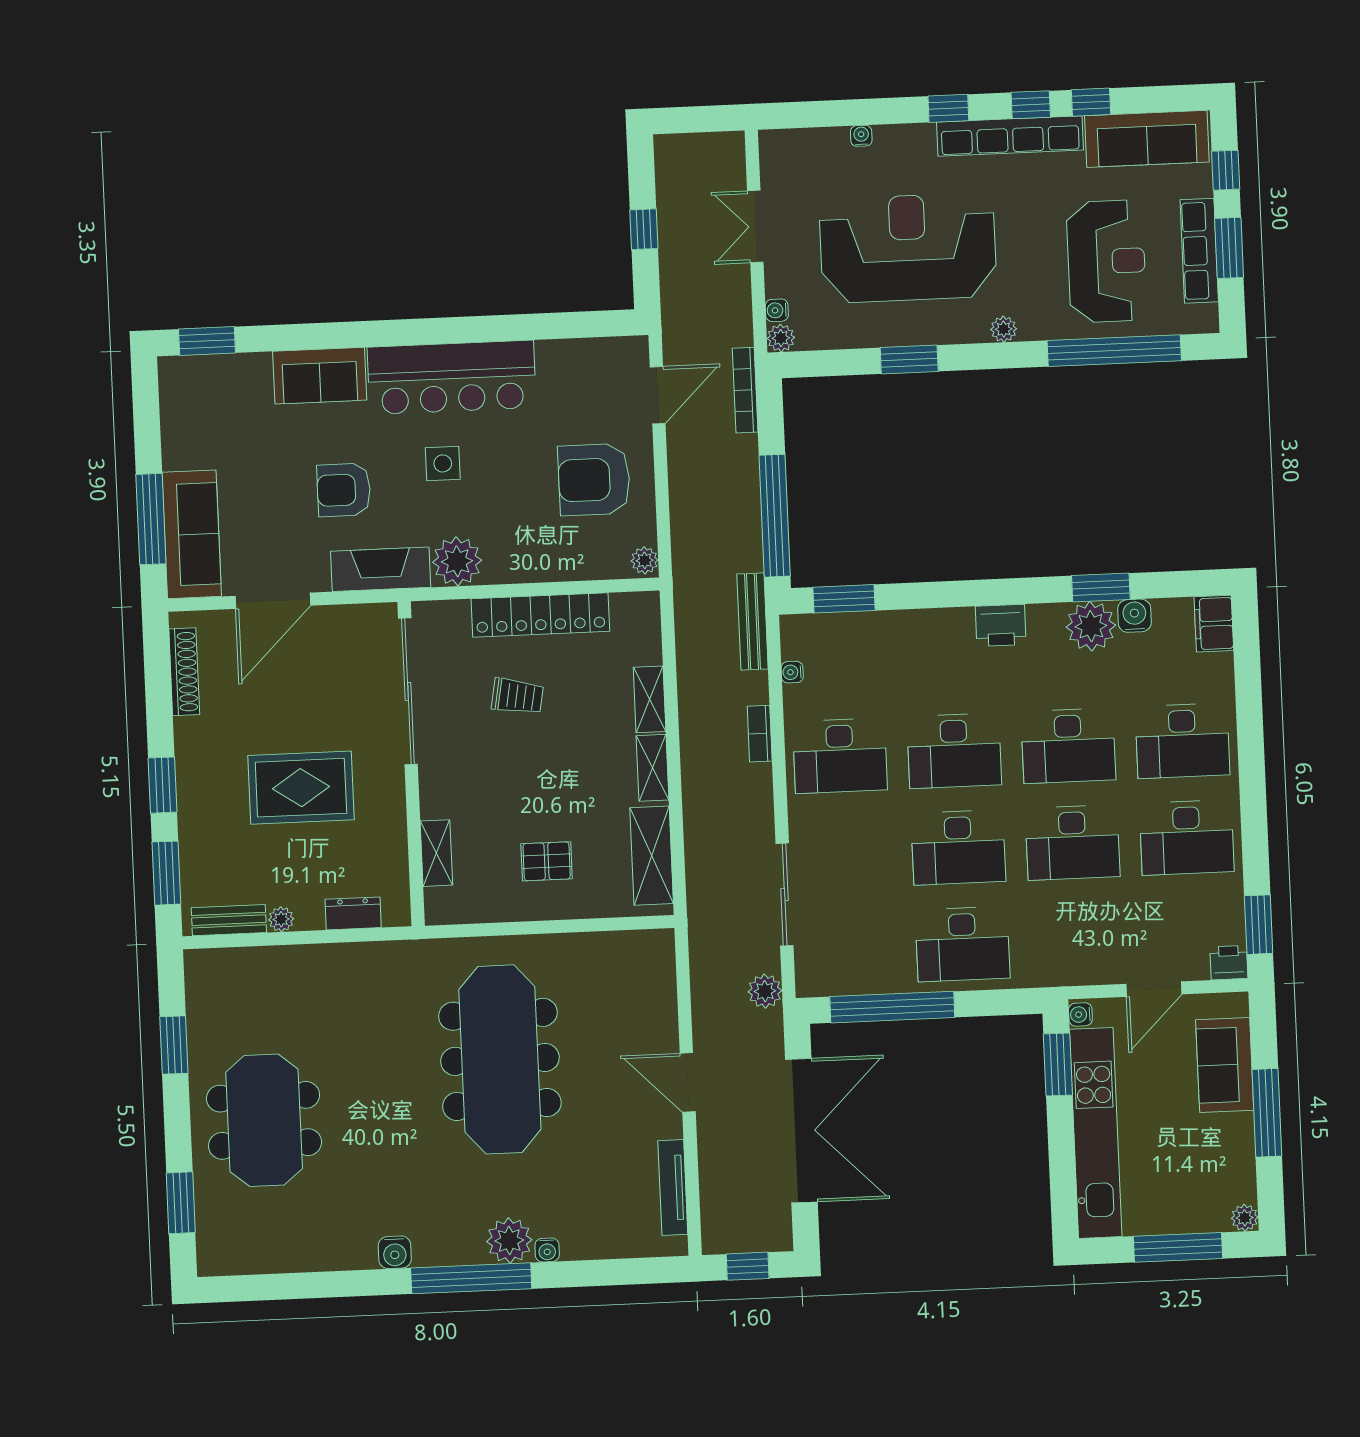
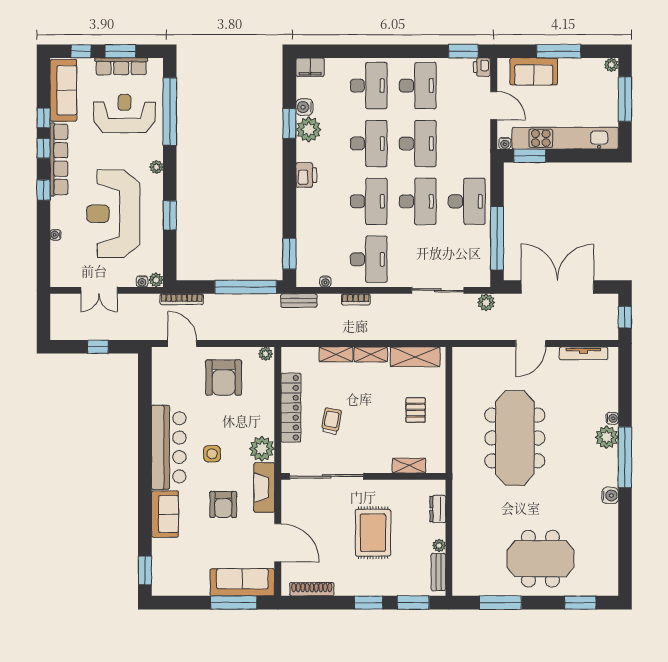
bench: (753, 621) -> (299, 301), width x0.73
window: (174, 1045) -> (500, 603), width x1.44
meeting table: (500, 1059) -> (515, 438), turned 90

